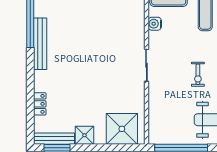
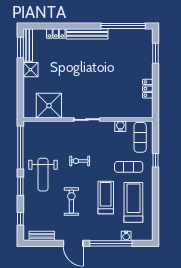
bench: (40, 44) -> (87, 34), moved
shower: (122, 129) -> (49, 106), moved

